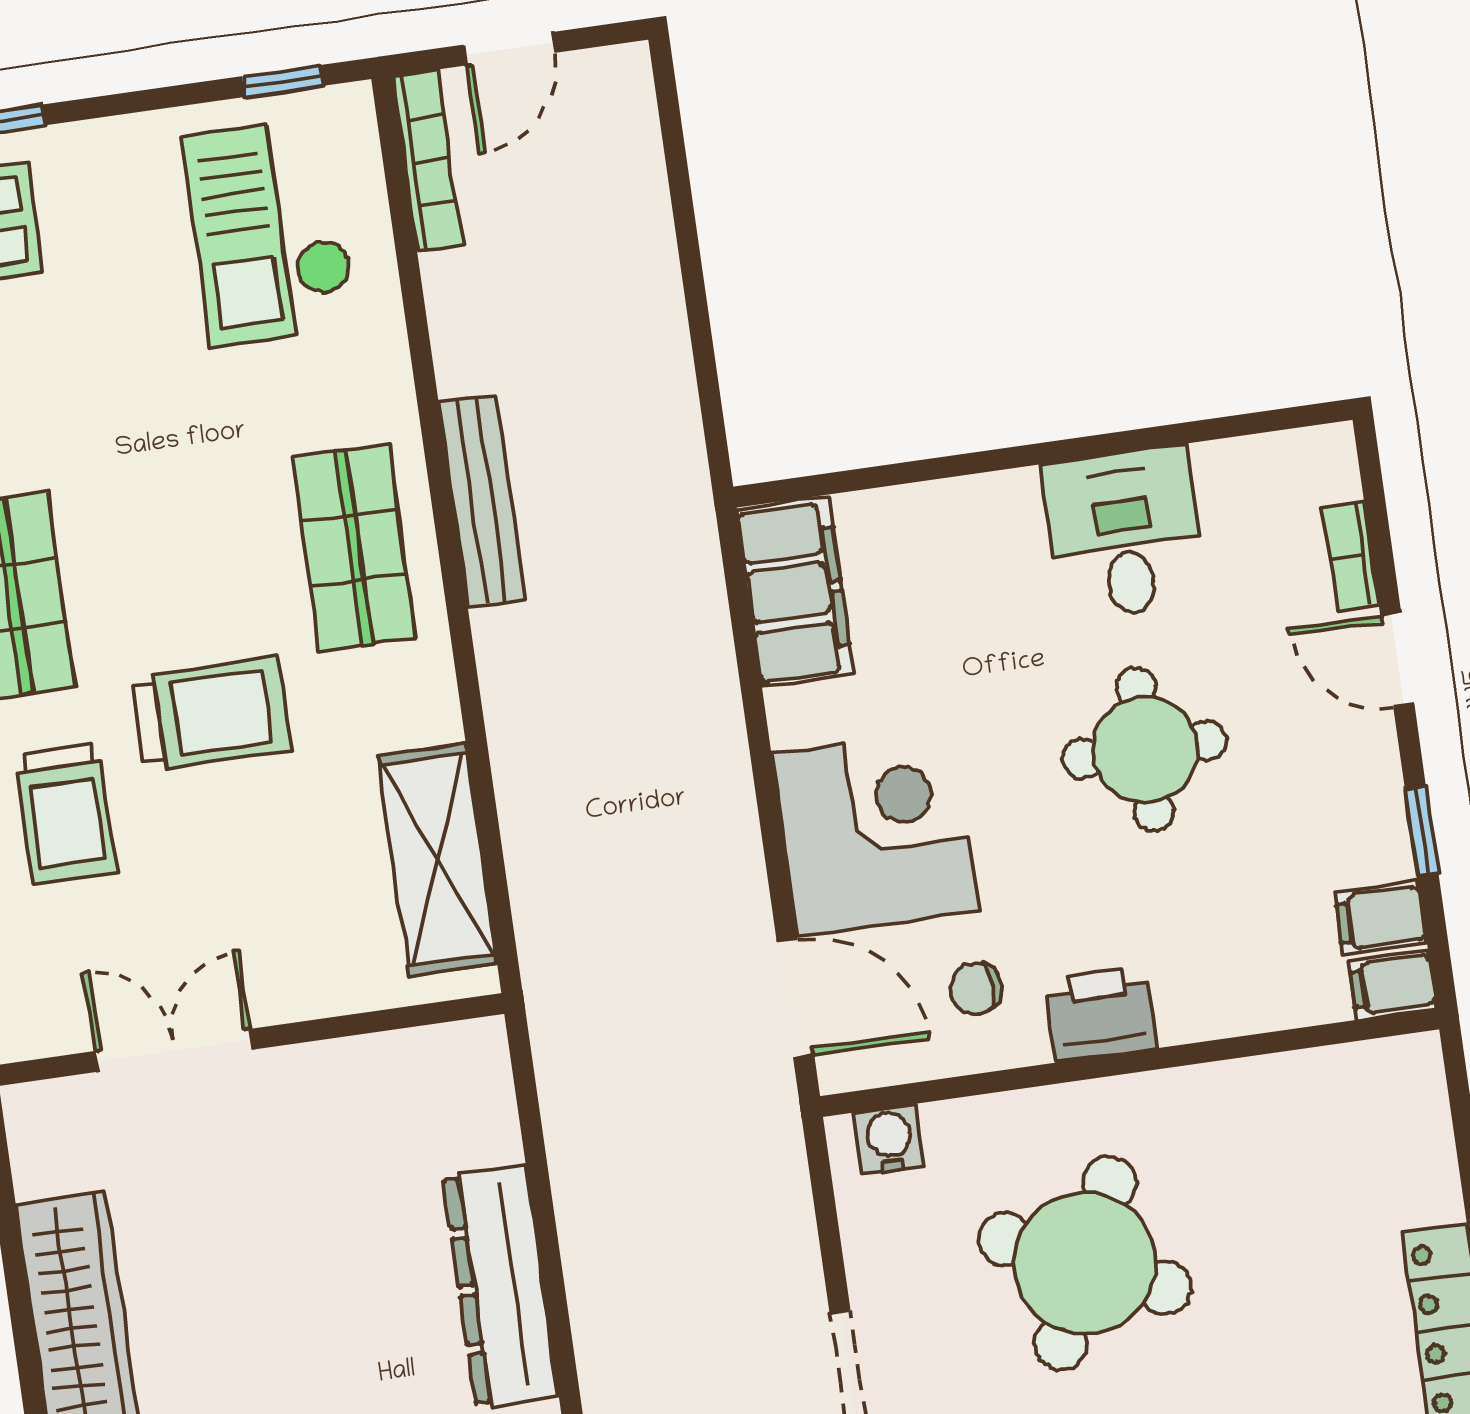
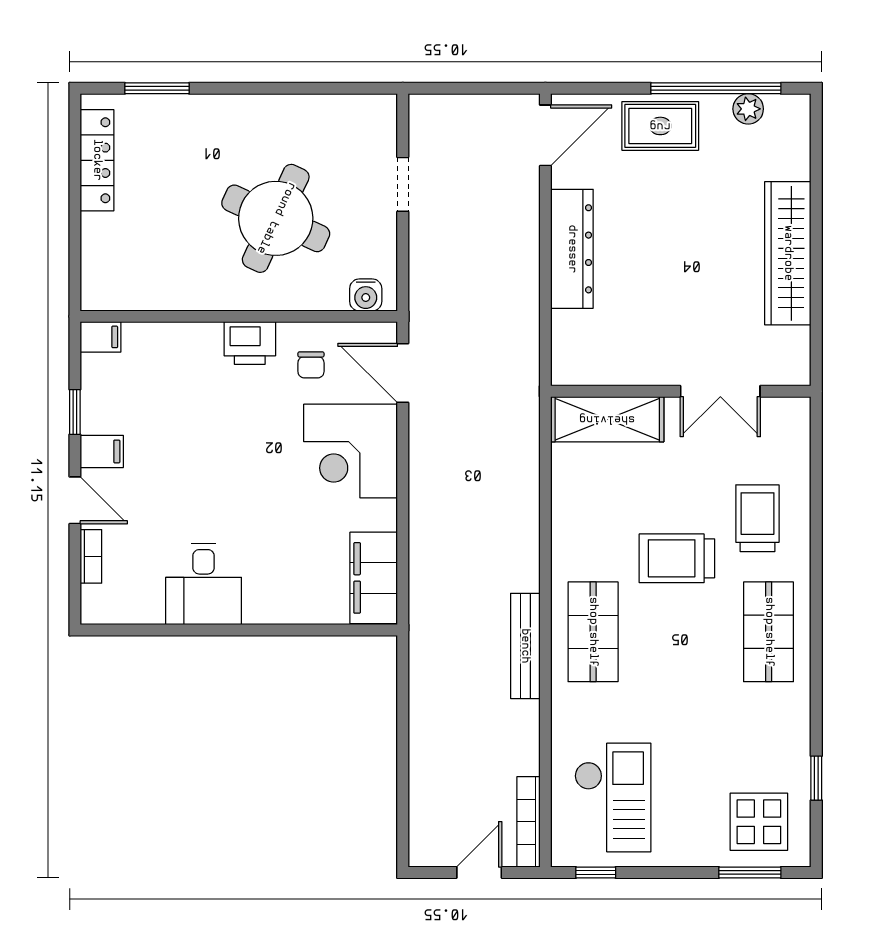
round table: (1145, 749) -> (209, 473), removed
shelving: (438, 860) -> (607, 419), moved, turned 90
filing cabinet: (1381, 918) -> (102, 451), moved
chair: (976, 988) -> (311, 365), turned 90

